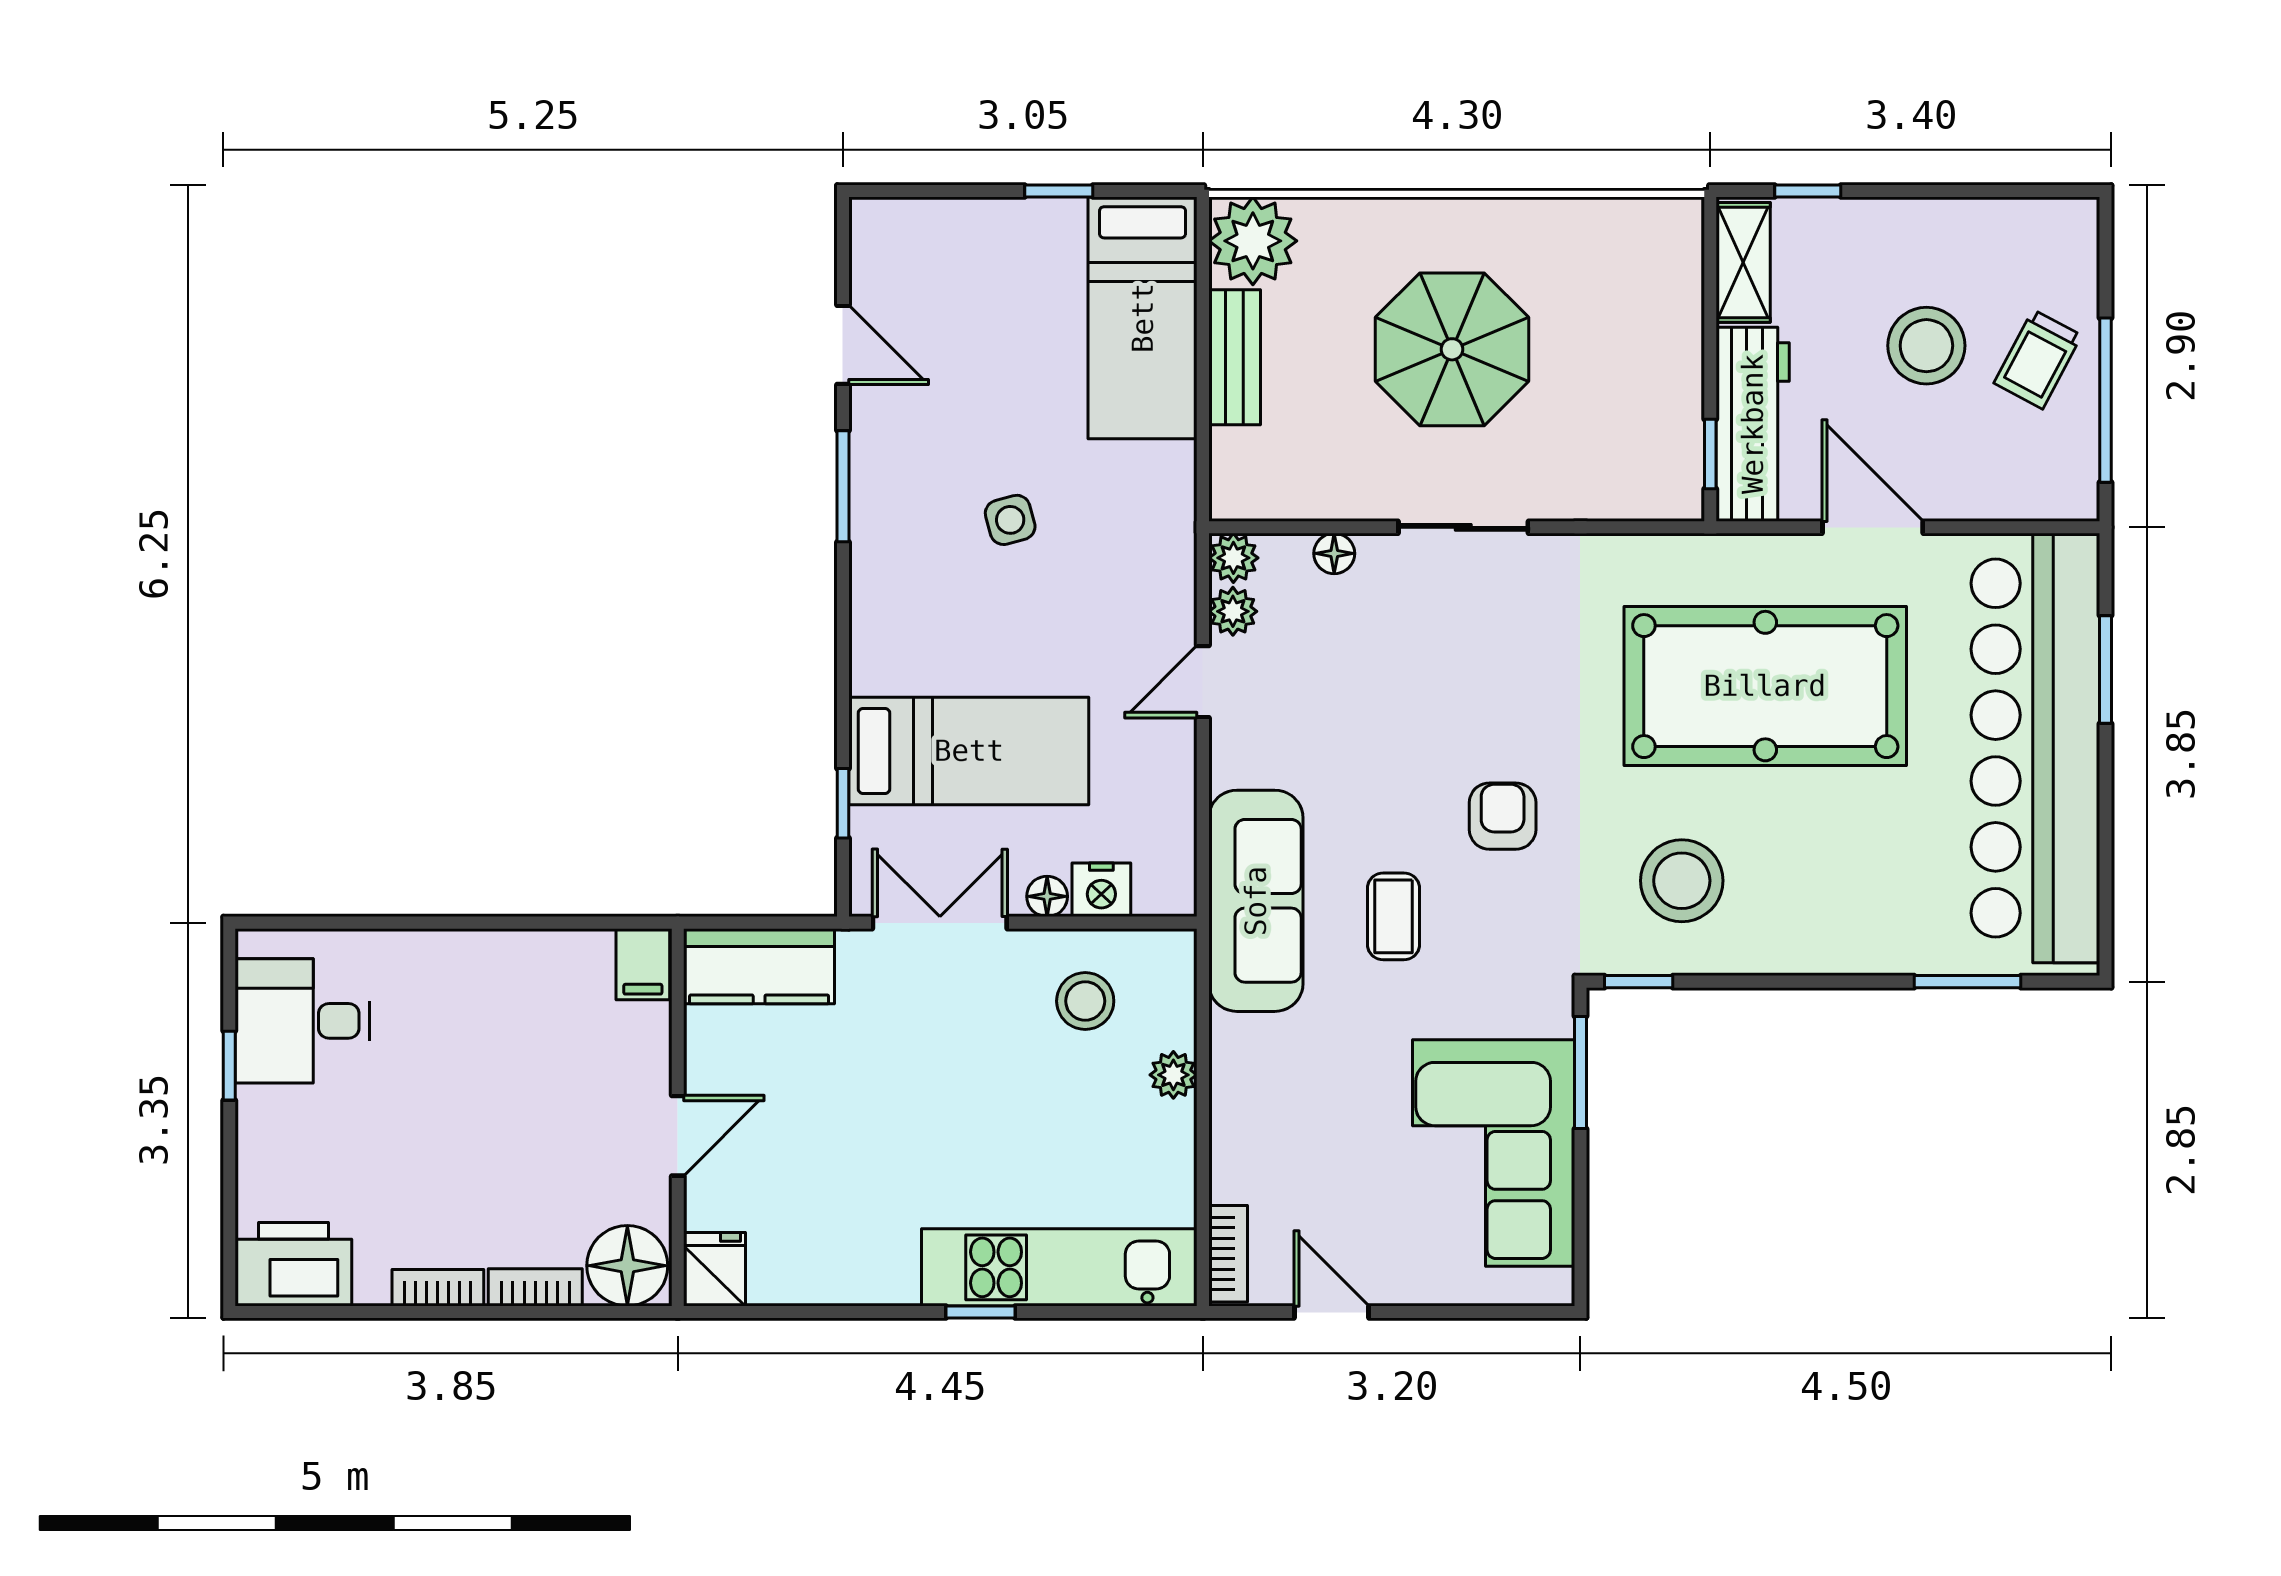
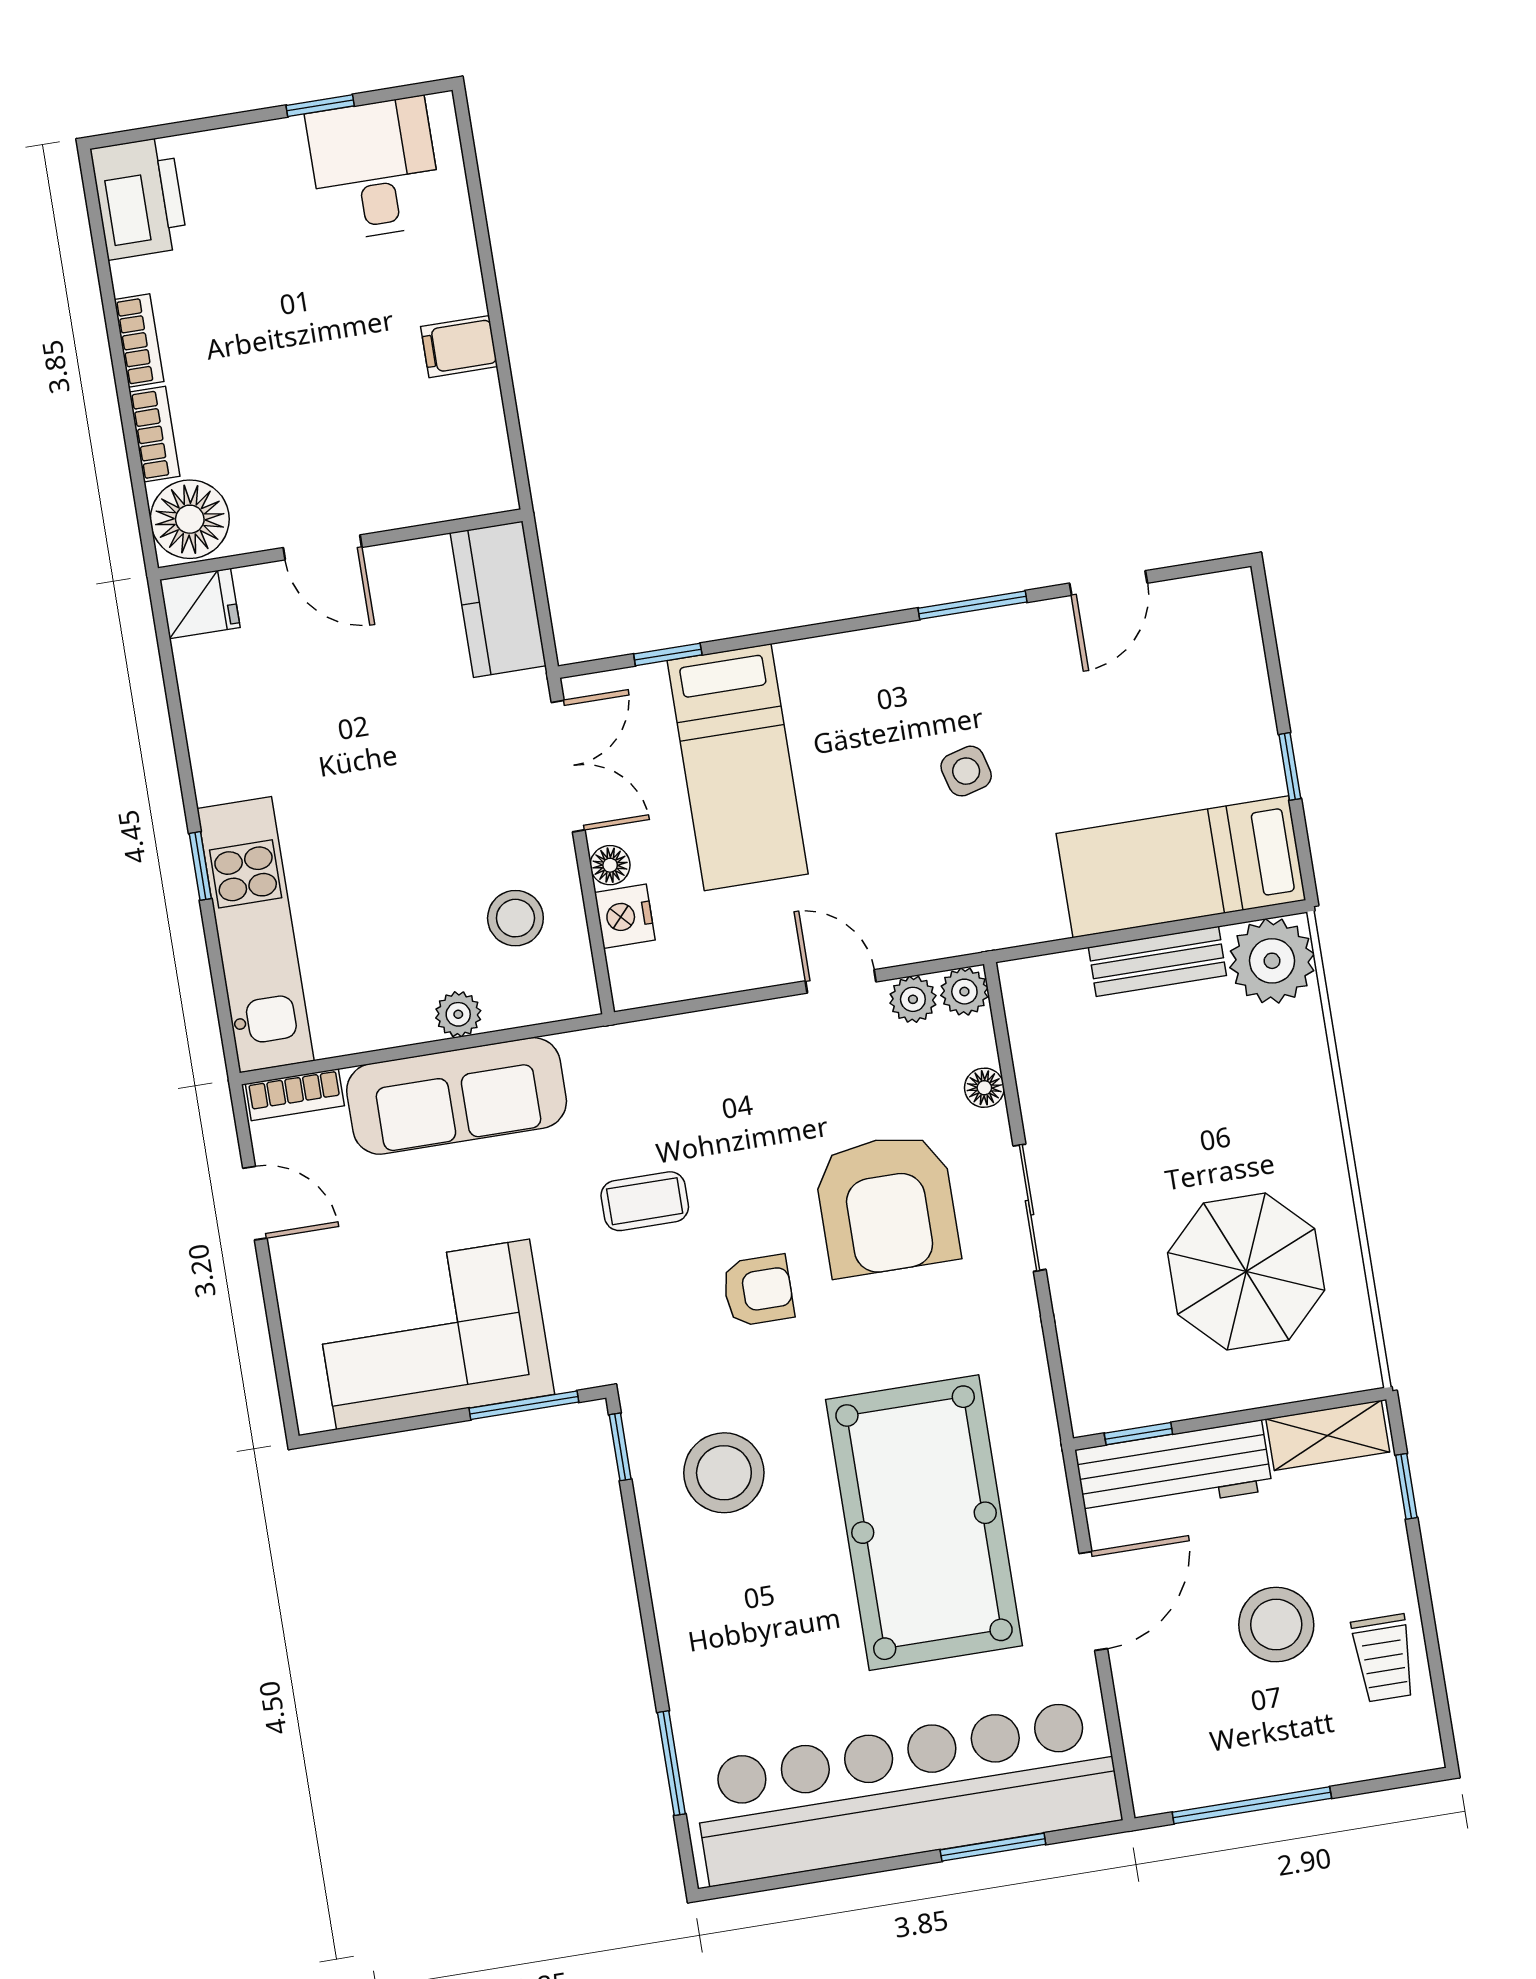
parasol: (1452, 349) -> (1246, 1272), moved
trolley: (2038, 359) -> (1384, 1658), moved, turned -118
armchair: (1437, 672) -> (887, 1205), added
sofa: (1256, 901) -> (457, 1096), moved
filing cabinet: (643, 964) -> (459, 347), moved
door: (1331, 1312) -> (255, 1203), hinge flipped

